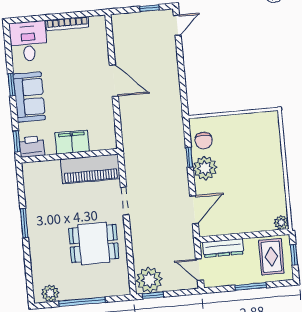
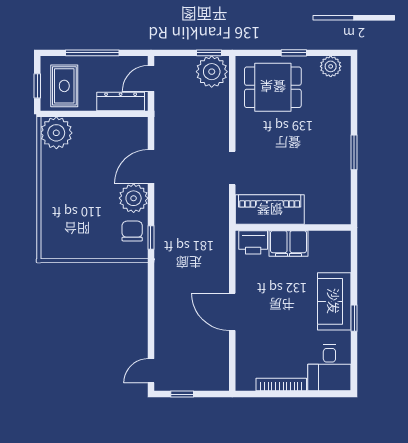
window: (17, 142) -> (354, 250), removed
printer: (32, 147) -> (253, 242), moved
window: (189, 157) -> (151, 237), moved
door: (194, 210) -> (151, 166), moved
plant: (281, 223) -> (56, 133), width x1.88, depth x1.88
dining table: (94, 243) -> (273, 87), moved
door: (199, 270) -> (151, 78), swing flipped
window: (251, 286) -> (92, 53), width x1.44
window: (82, 302) -> (294, 53), width x0.46

